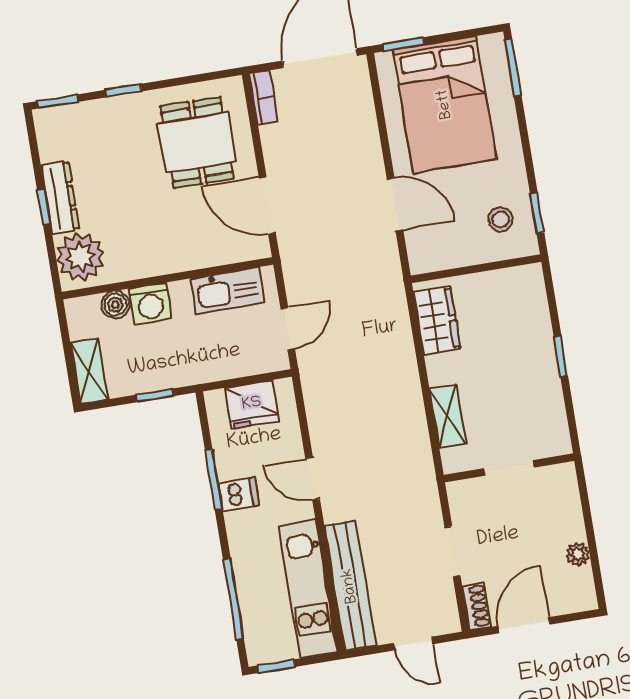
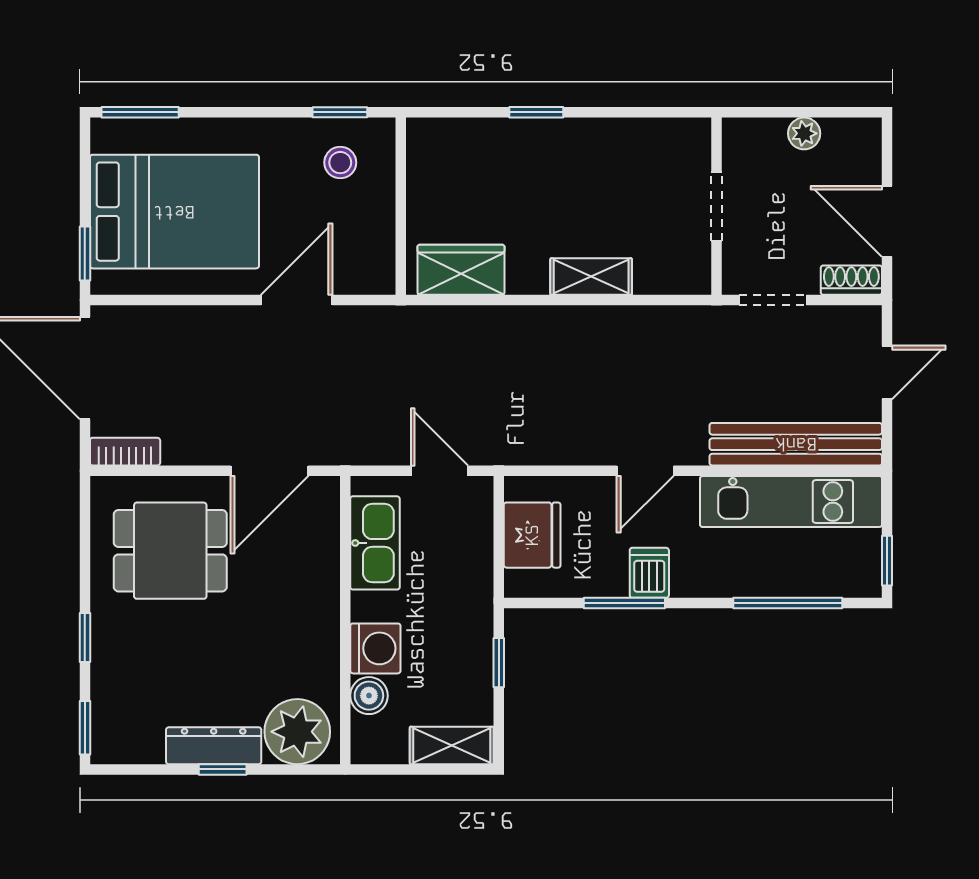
doorway: (509, 468) -> (716, 207), moved
wall: (509, 468) -> (716, 206), moved

